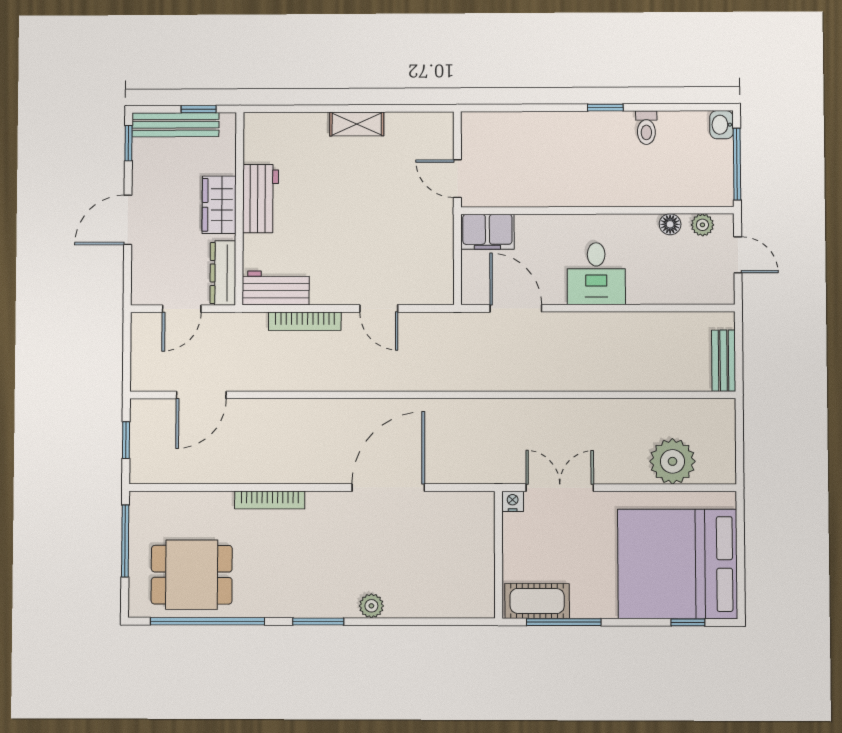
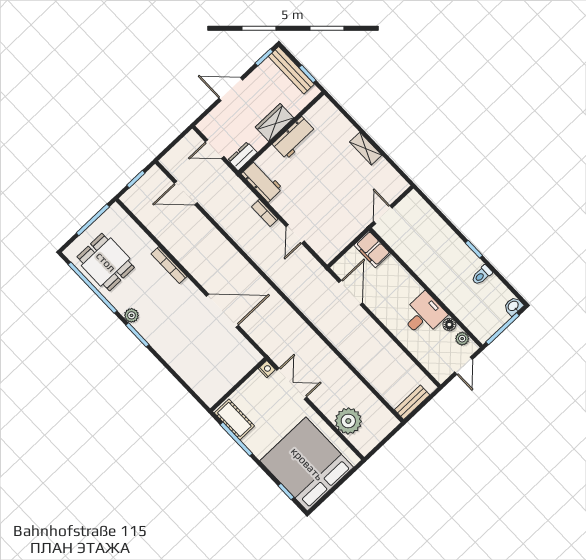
dresser: (223, 273) -> (243, 156), width x0.70
desk: (596, 274) -> (424, 315), moved, turned 180
bookcase: (305, 321) -> (265, 213), width x0.64
plant: (371, 606) -> (131, 315), moved

